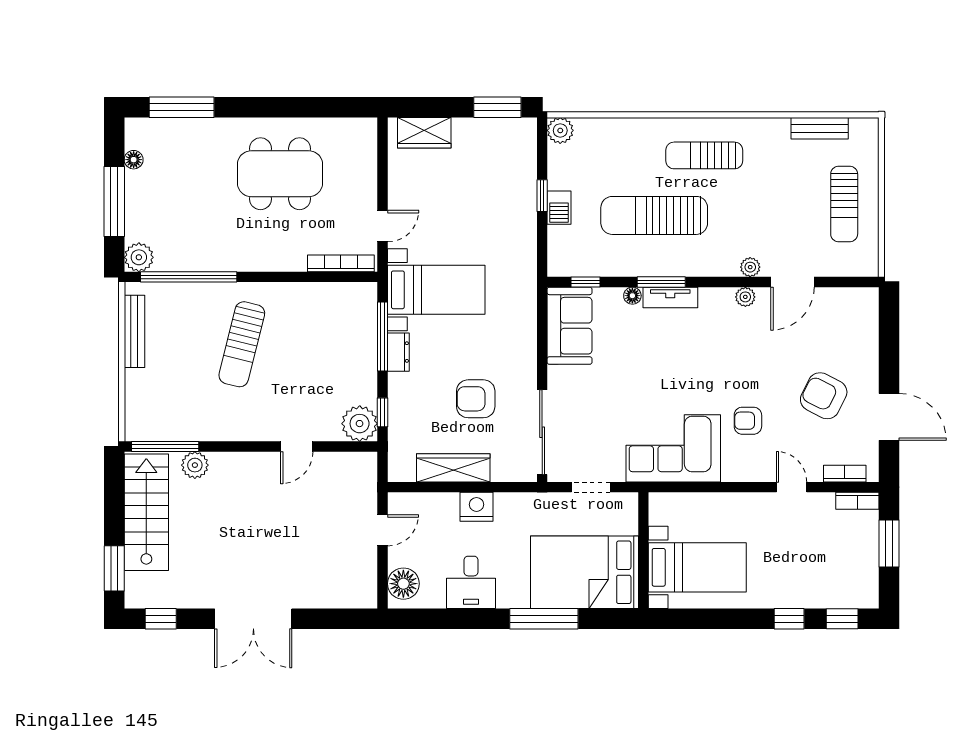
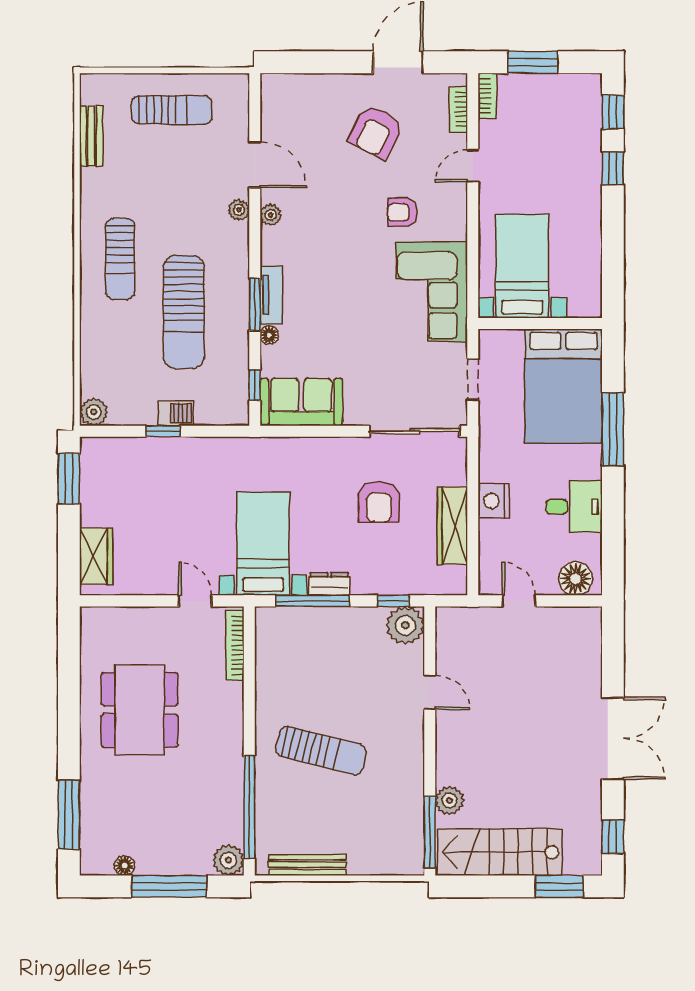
armchair: (748, 421) -> (402, 212), turned 90
bed with nightstands: (697, 567) -> (522, 266), moved

